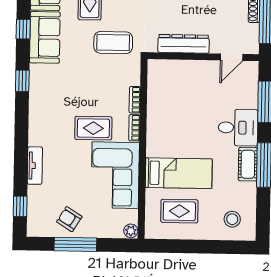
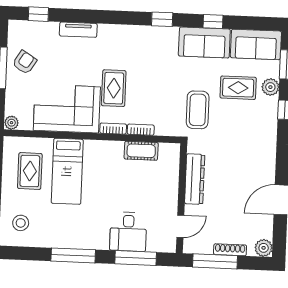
door: (232, 57) -> (180, 226), swing flipped
desk: (238, 128) -> (128, 232), moved
cot: (248, 164) -> (141, 151), moved

